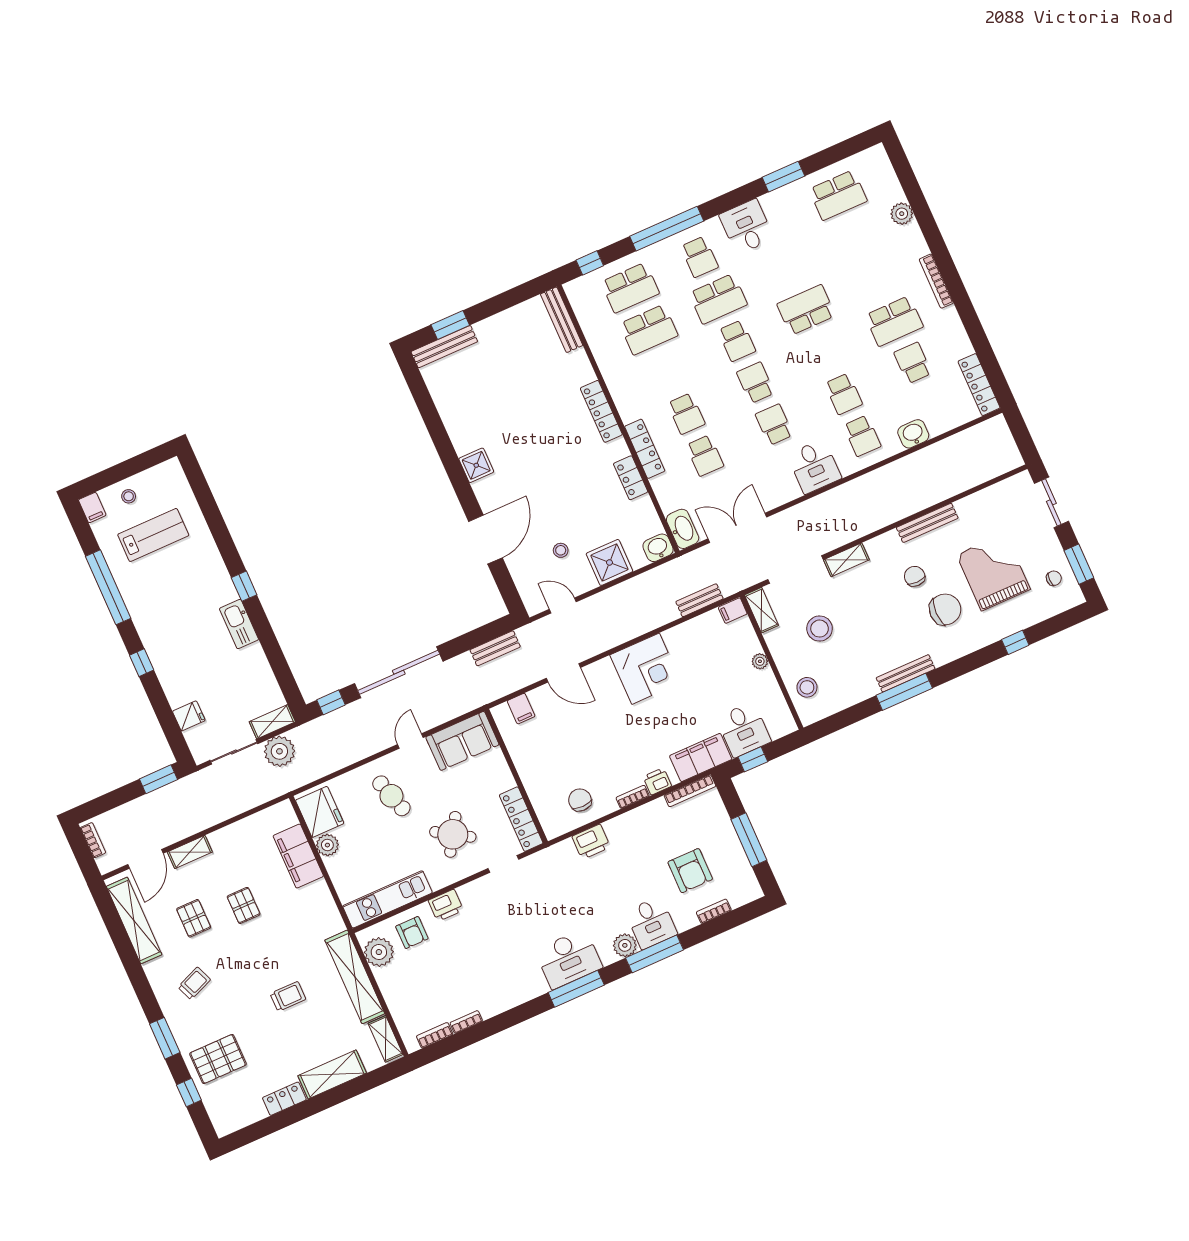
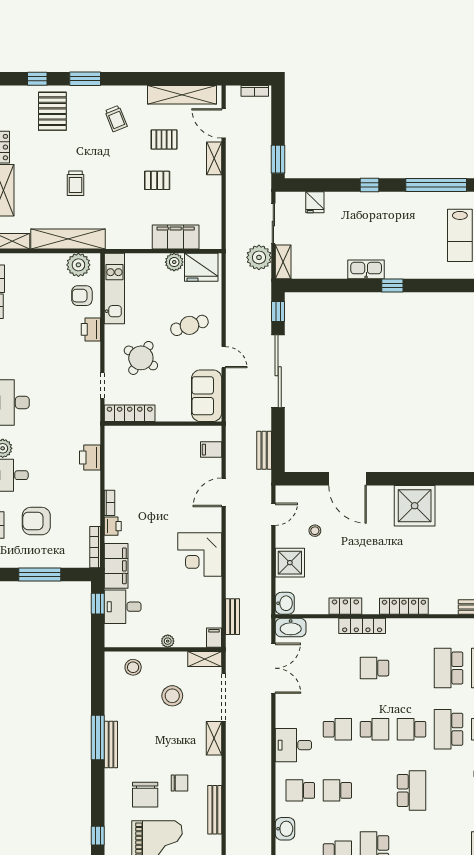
school desk: (705, 456) -> (337, 668), removed
shower: (476, 465) -> (415, 506), width x1.86, depth x1.86
chair: (580, 800) -> (125, 463), removed

